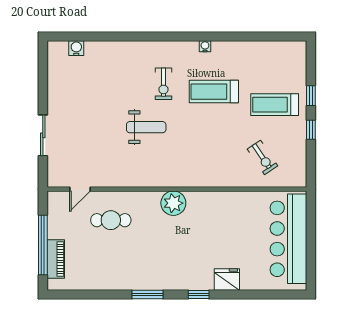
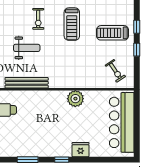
treadmill: (214, 92) -> (72, 24), turned -90
exercise bike: (263, 157) -> (115, 71), moved
bench: (146, 179) -> (27, 83), added
plant: (173, 203) -> (75, 99), moved

